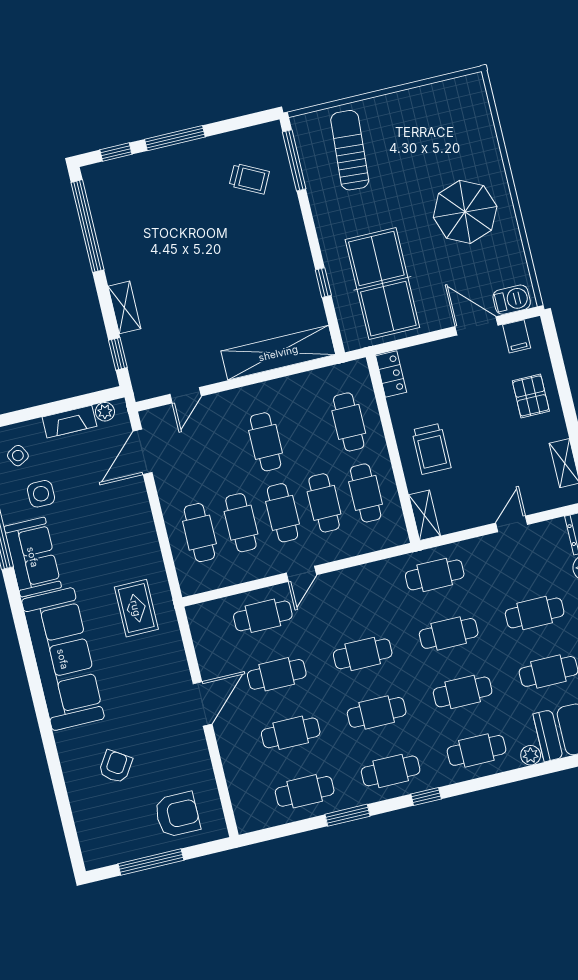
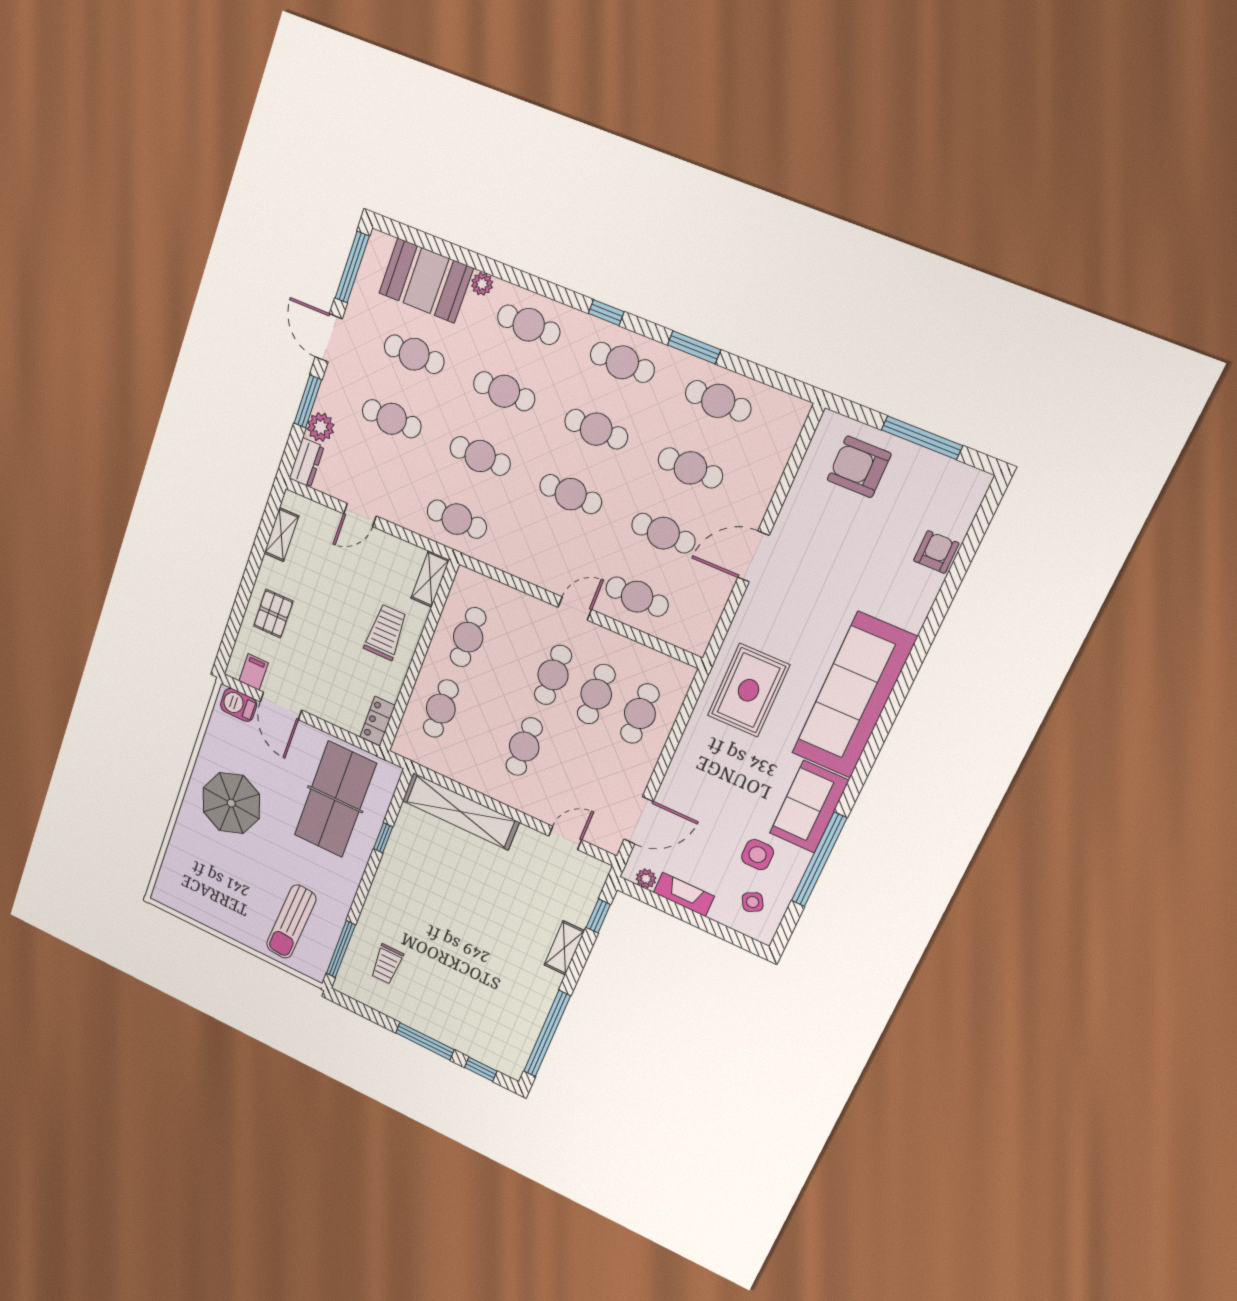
trolley: (249, 179) -> (387, 964), turned -117
cafe table: (324, 503) -> (510, 656), removed
rug: (136, 608) -> (748, 690), width x1.36, depth x1.43
armchair: (115, 767) -> (936, 552), moved, turned 147

